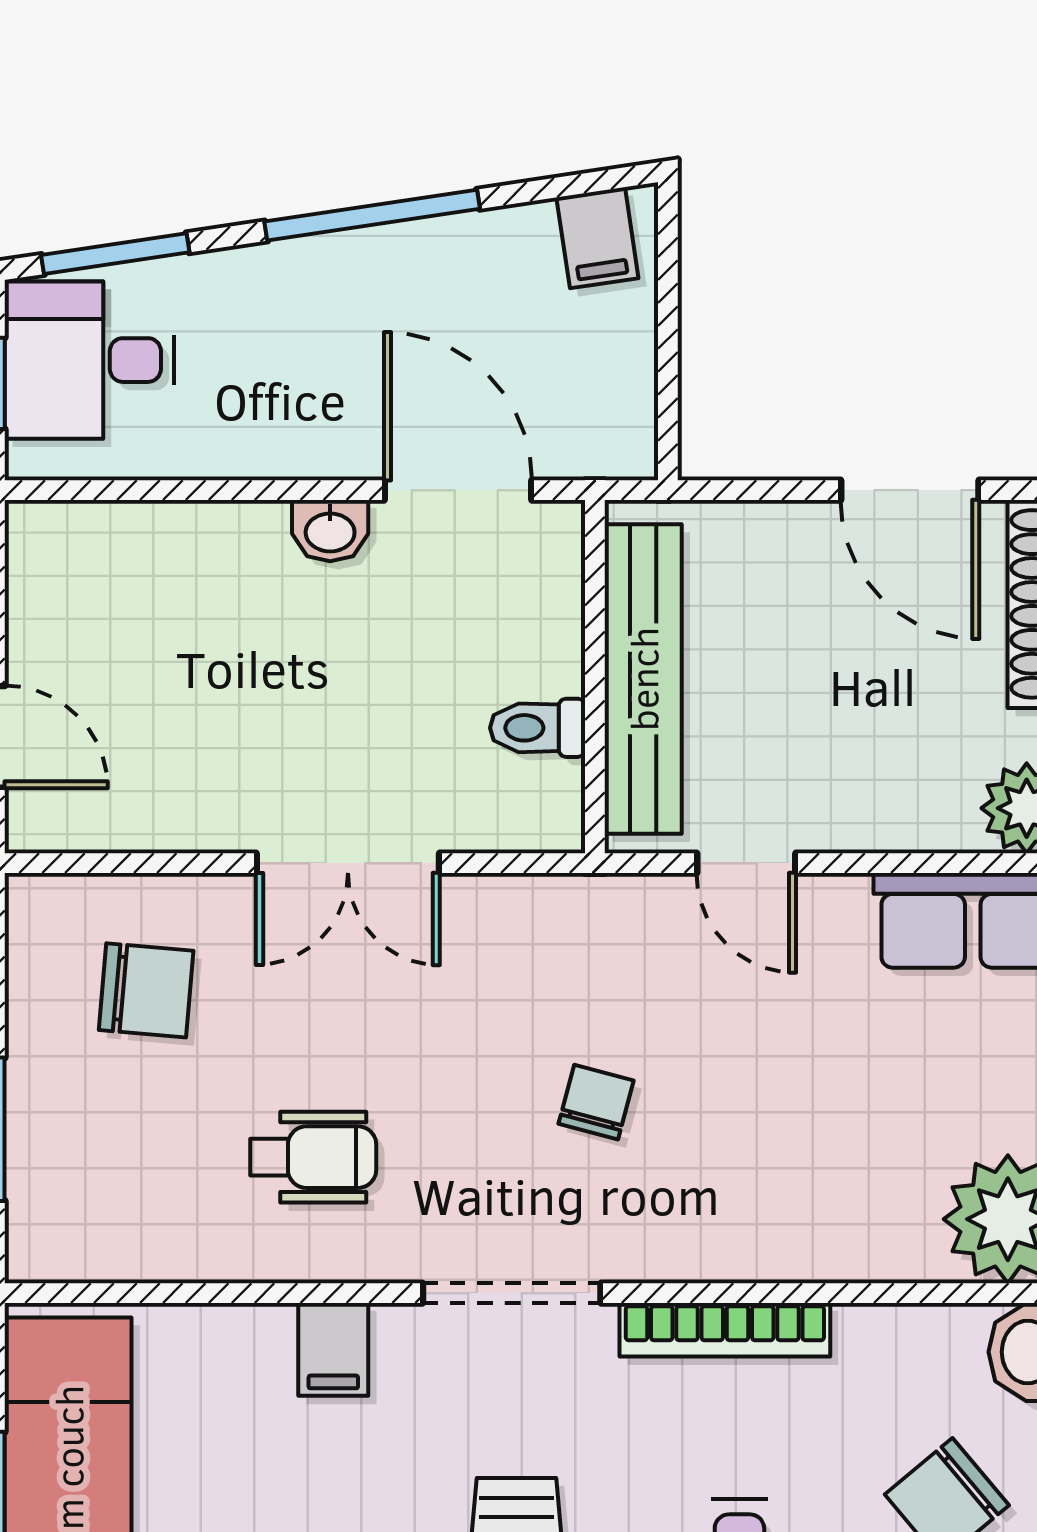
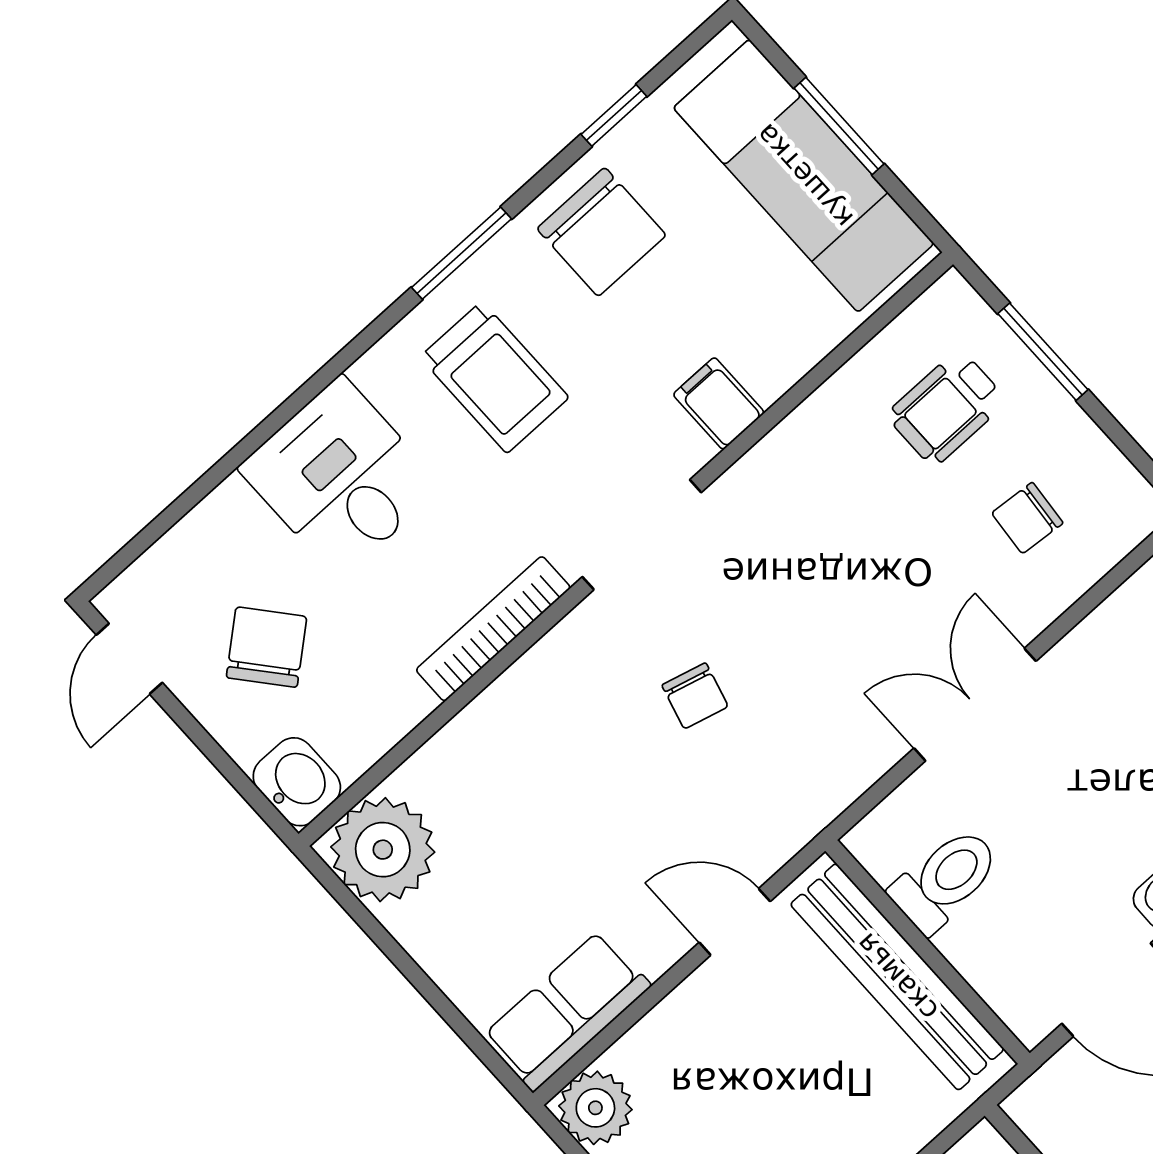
toilet: (538, 728) -> (945, 880), width x1.37, depth x1.39
chair: (146, 990) -> (1027, 518), width x0.73, depth x0.73
wheelchair: (313, 1157) -> (947, 408), moved

